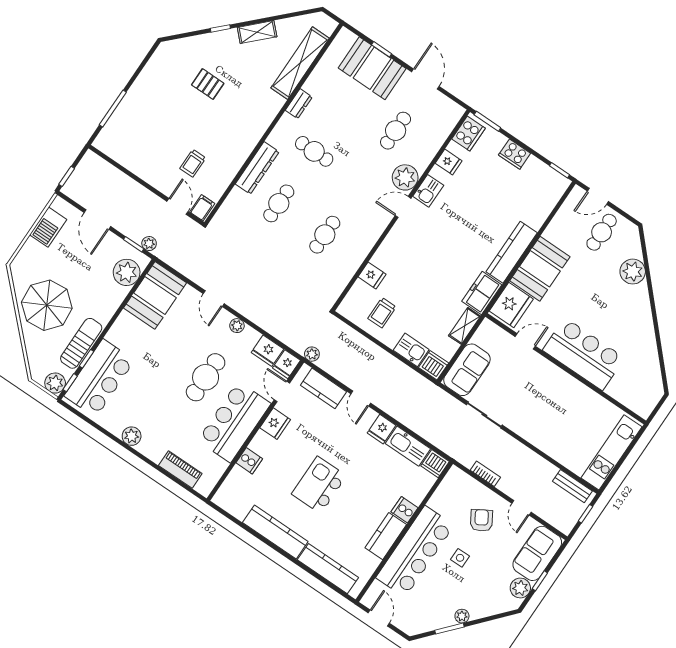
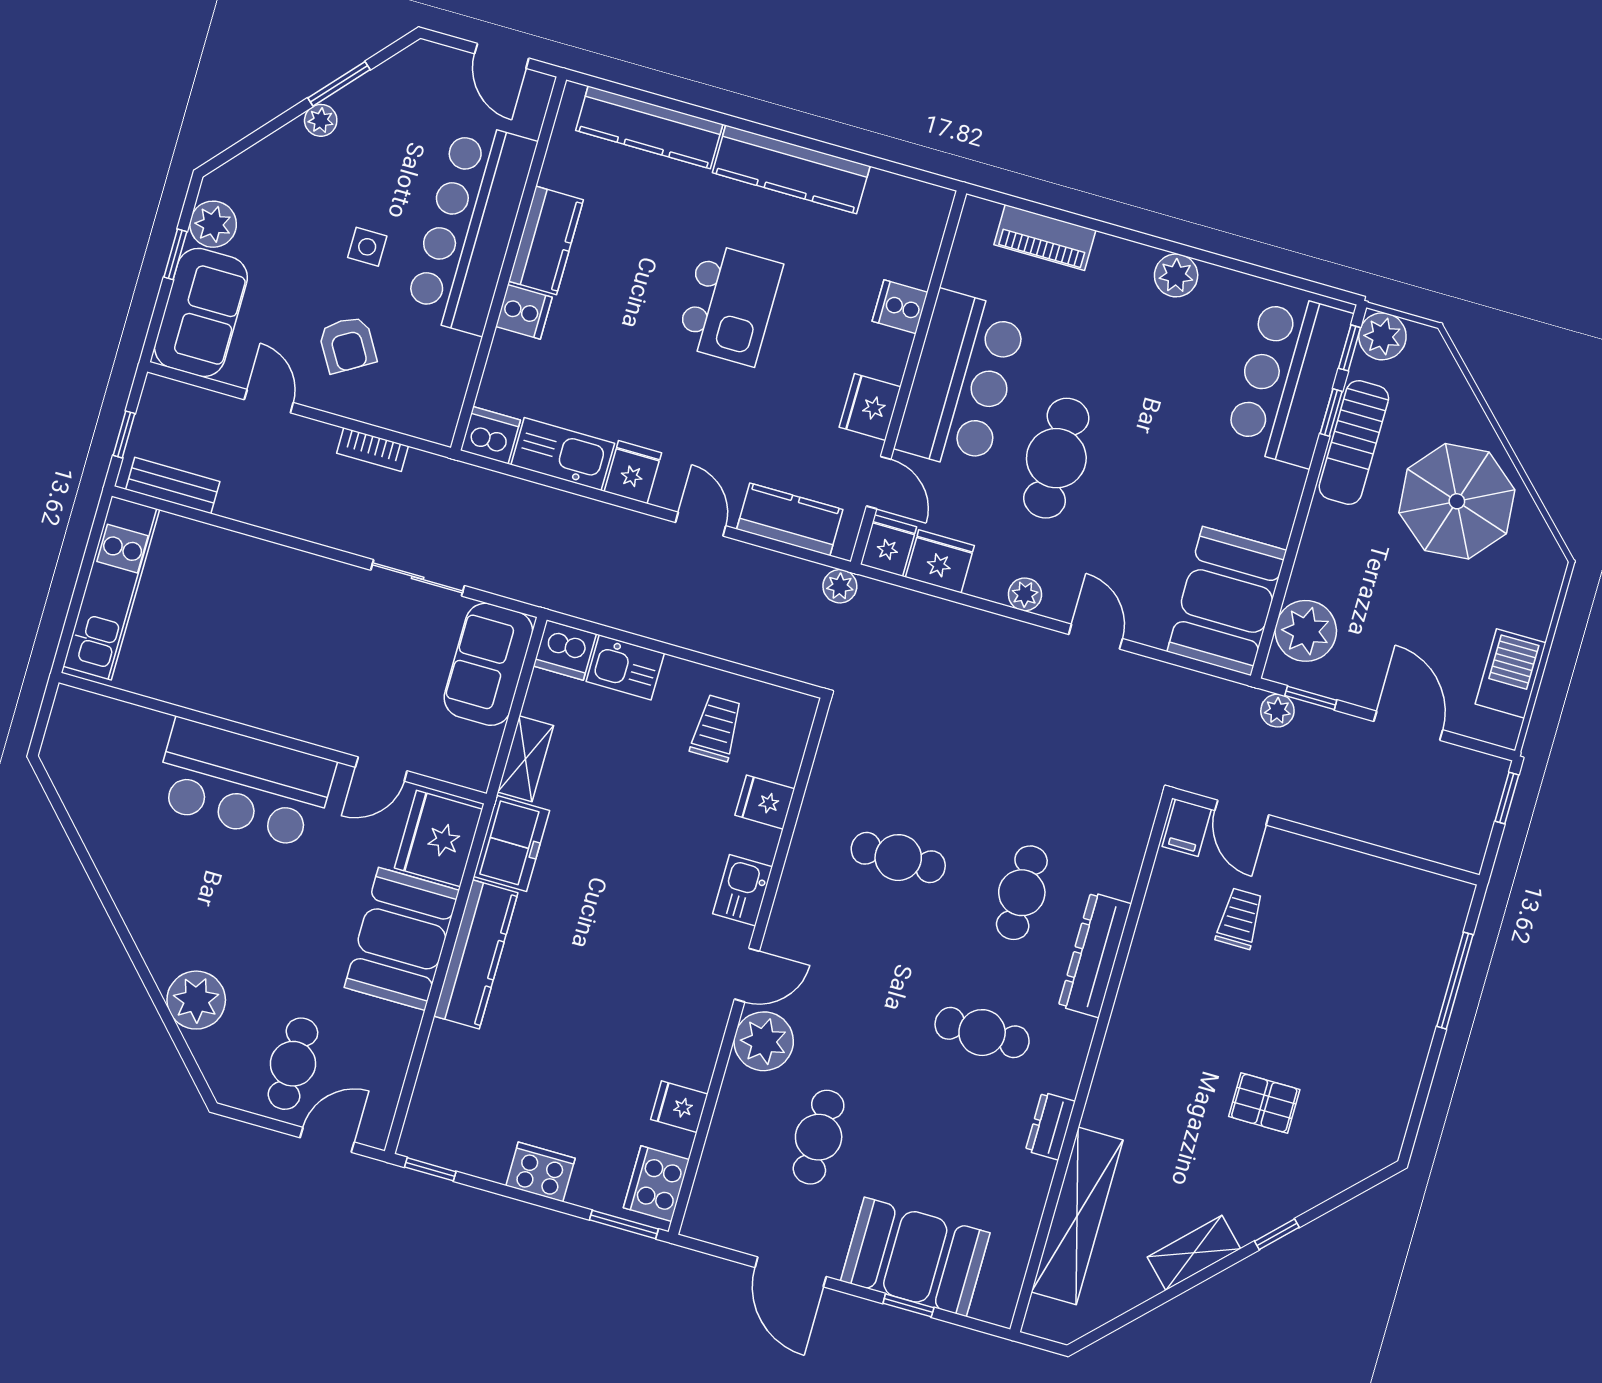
kitchen sink: (428, 191) -> (743, 890), moved
cafe table: (325, 235) -> (898, 858), turned 90

